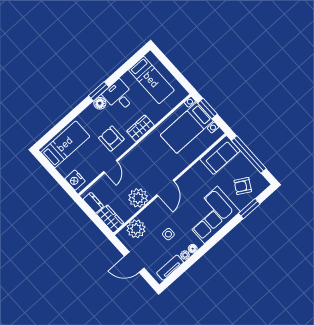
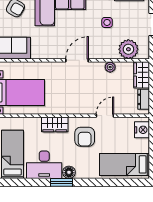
desk: (119, 96) -> (44, 165), width x1.37
plant: (138, 198) -> (110, 67), width x0.53, depth x0.53

